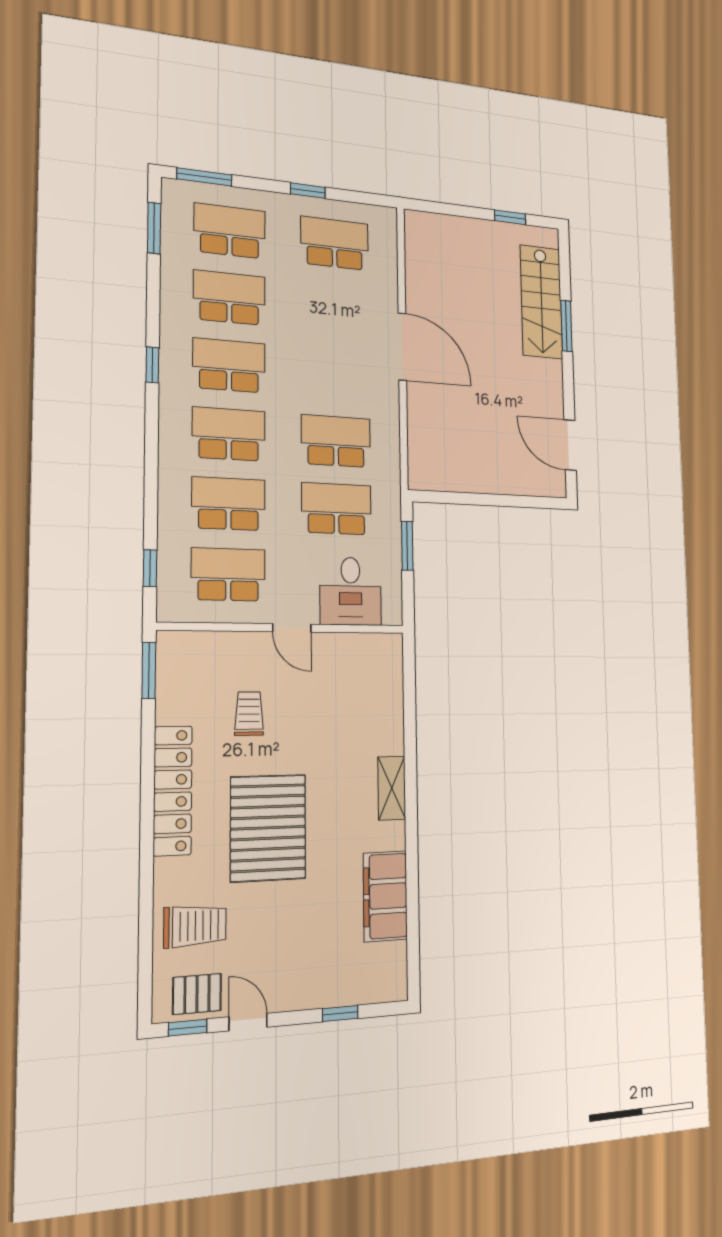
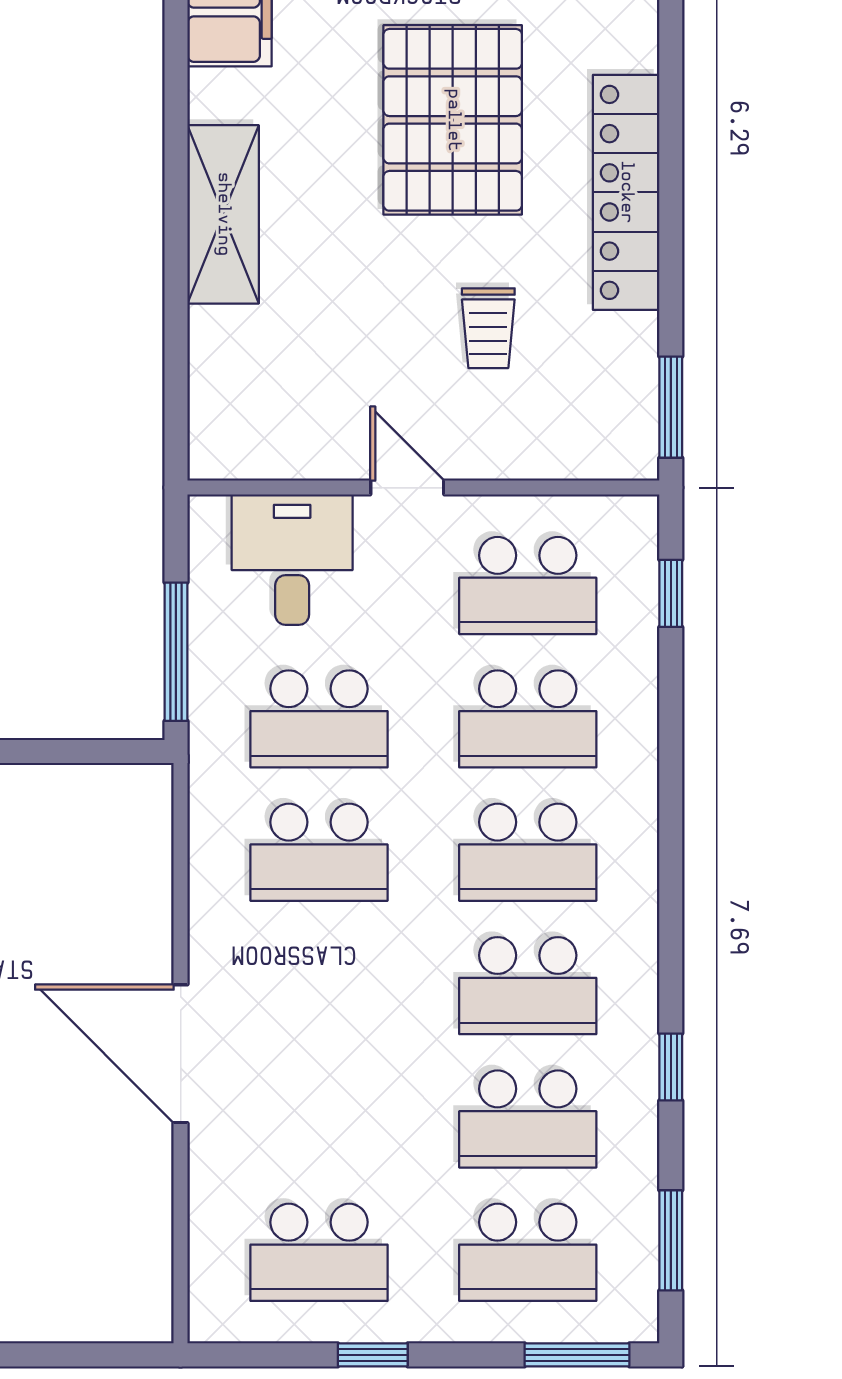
window: (152, 365) -> (671, 1067), moved
window: (407, 546) -> (176, 652), width x1.44
shelving: (392, 788) -> (223, 214), width x1.50, depth x1.33

